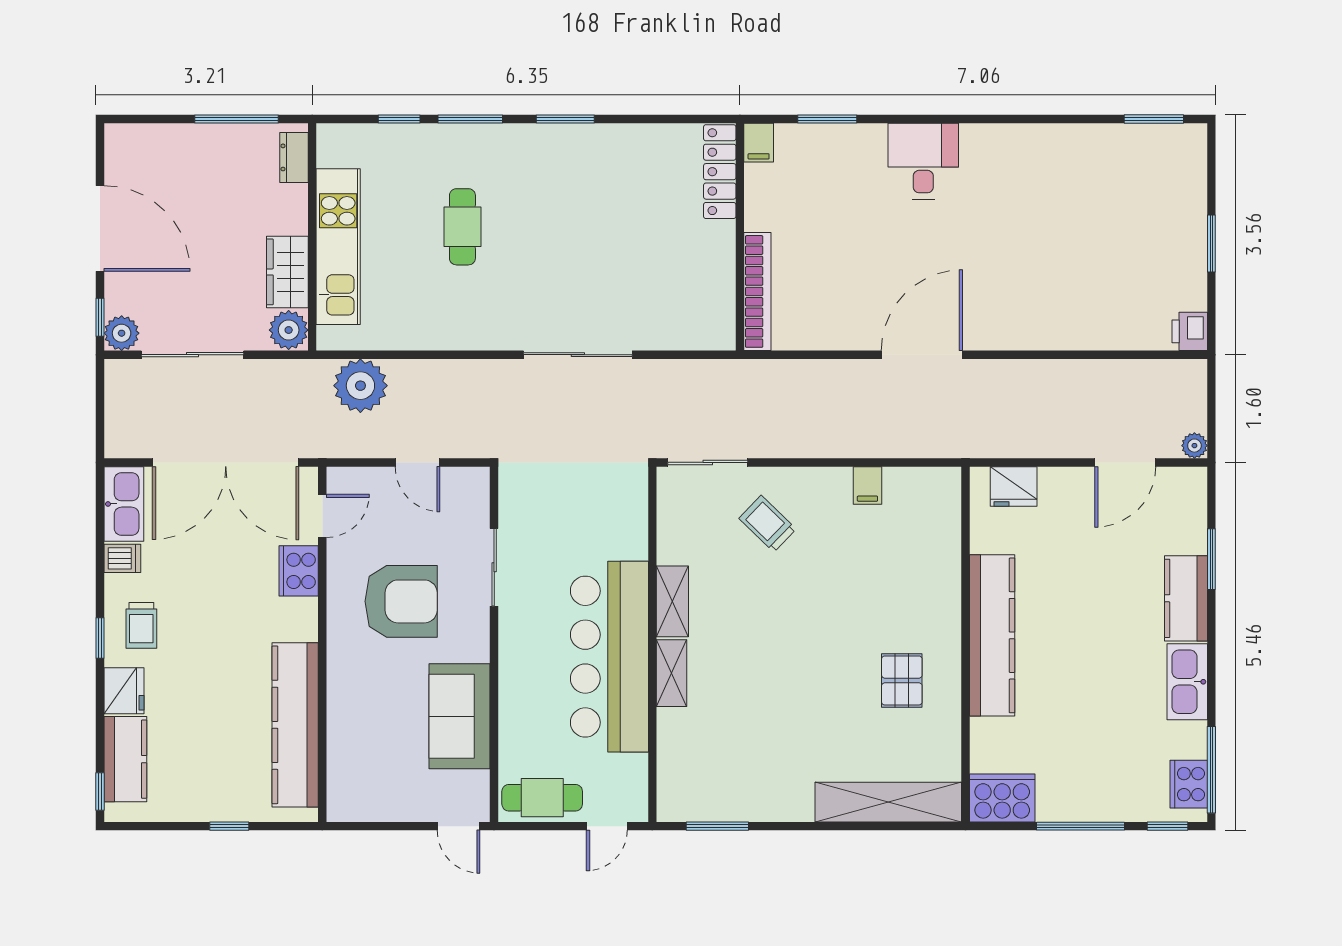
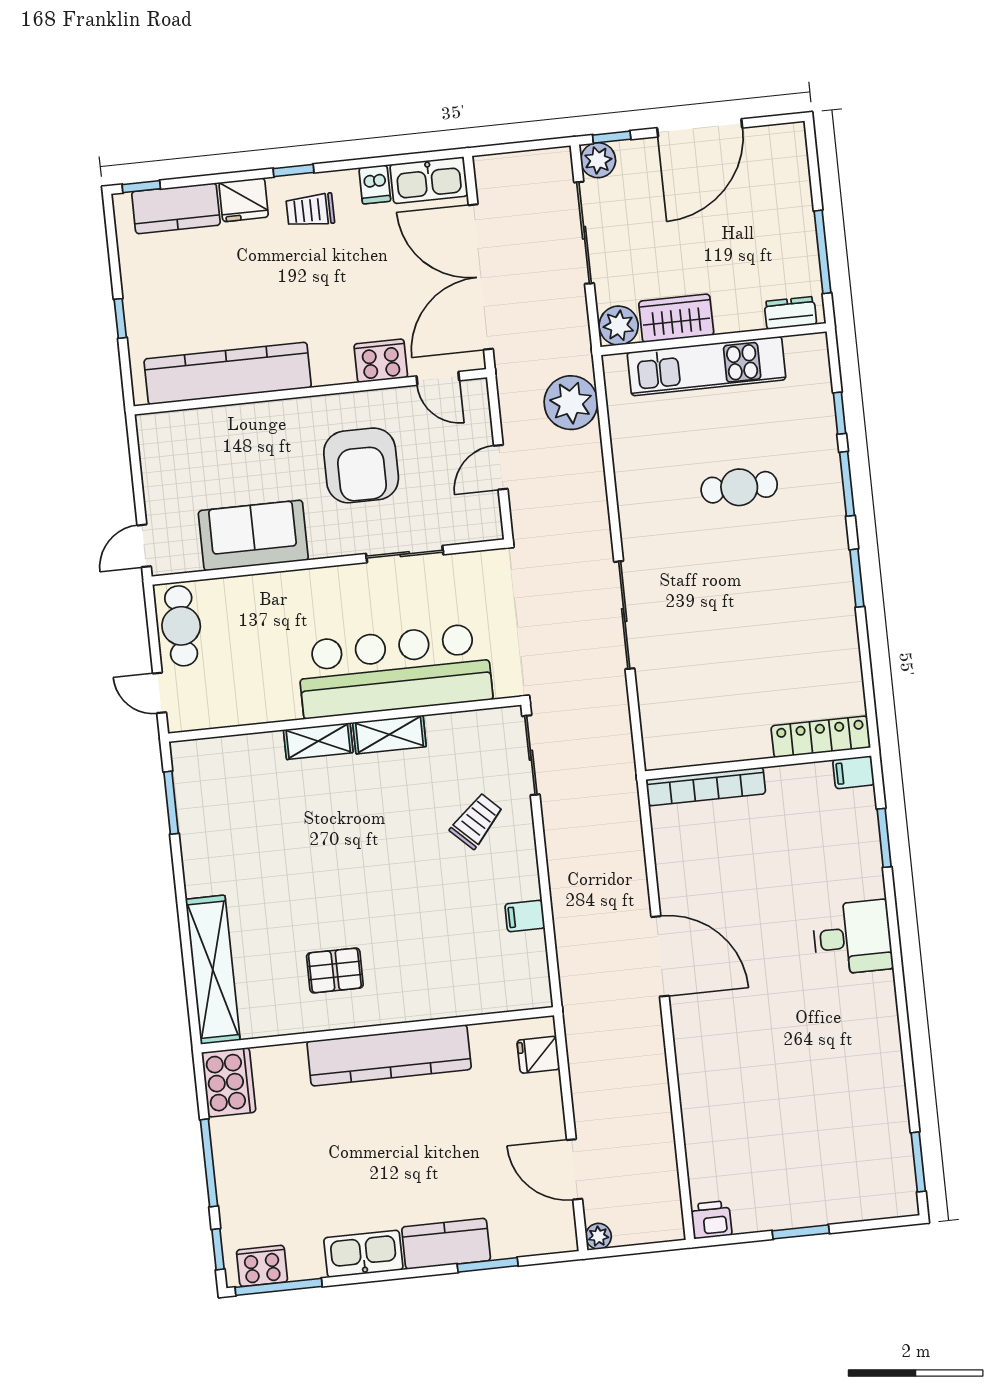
fridge: (1014, 486) -> (538, 1055), width x0.72
bar counter: (609, 657) -> (395, 671), moved

